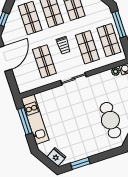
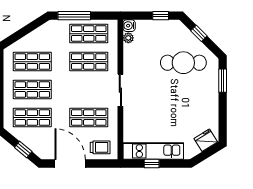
trolley: (63, 45) -> (100, 147), moved
window: (25, 121) -> (152, 164), width x0.46
window: (80, 163) -> (223, 81), moved

